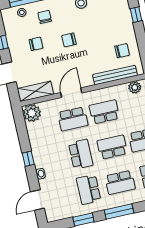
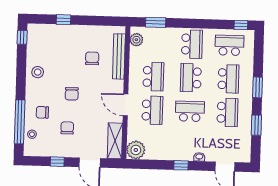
chair: (122, 51) -> (92, 58), moved
school desk: (104, 112) -> (153, 77), turned 180
school desk: (89, 189) -> (227, 112), turned -90
window: (119, 212) -> (258, 87), width x0.69

